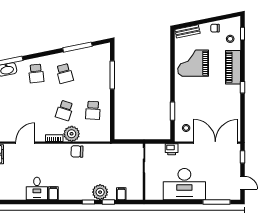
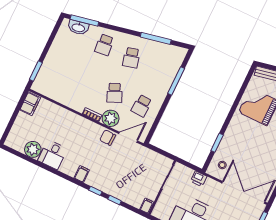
school desk: (65, 110) -> (115, 93), turned -42
door: (25, 143) -> (128, 137), moved
plant: (100, 192) -> (33, 149), moved
filing cabinet: (53, 193) -> (82, 174), moved
filing cabinet: (121, 194) -> (147, 206), moved

